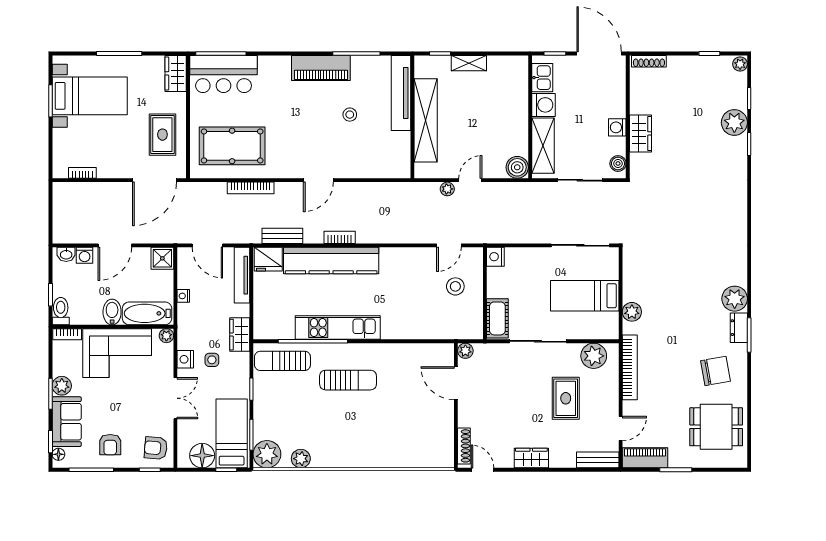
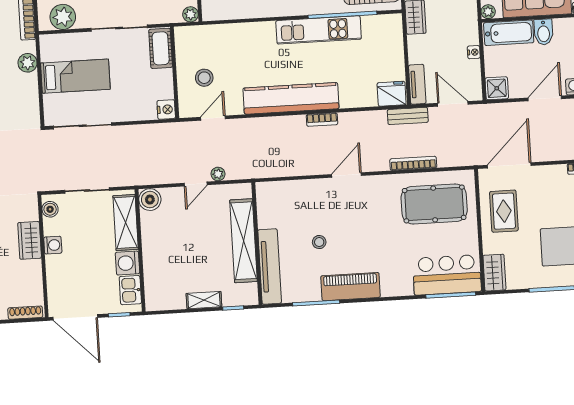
bench: (282, 236) -> (408, 116), moved
kitchen counter: (331, 260) -> (291, 98), moved
tv unit: (242, 275) -> (417, 84), width x0.71

